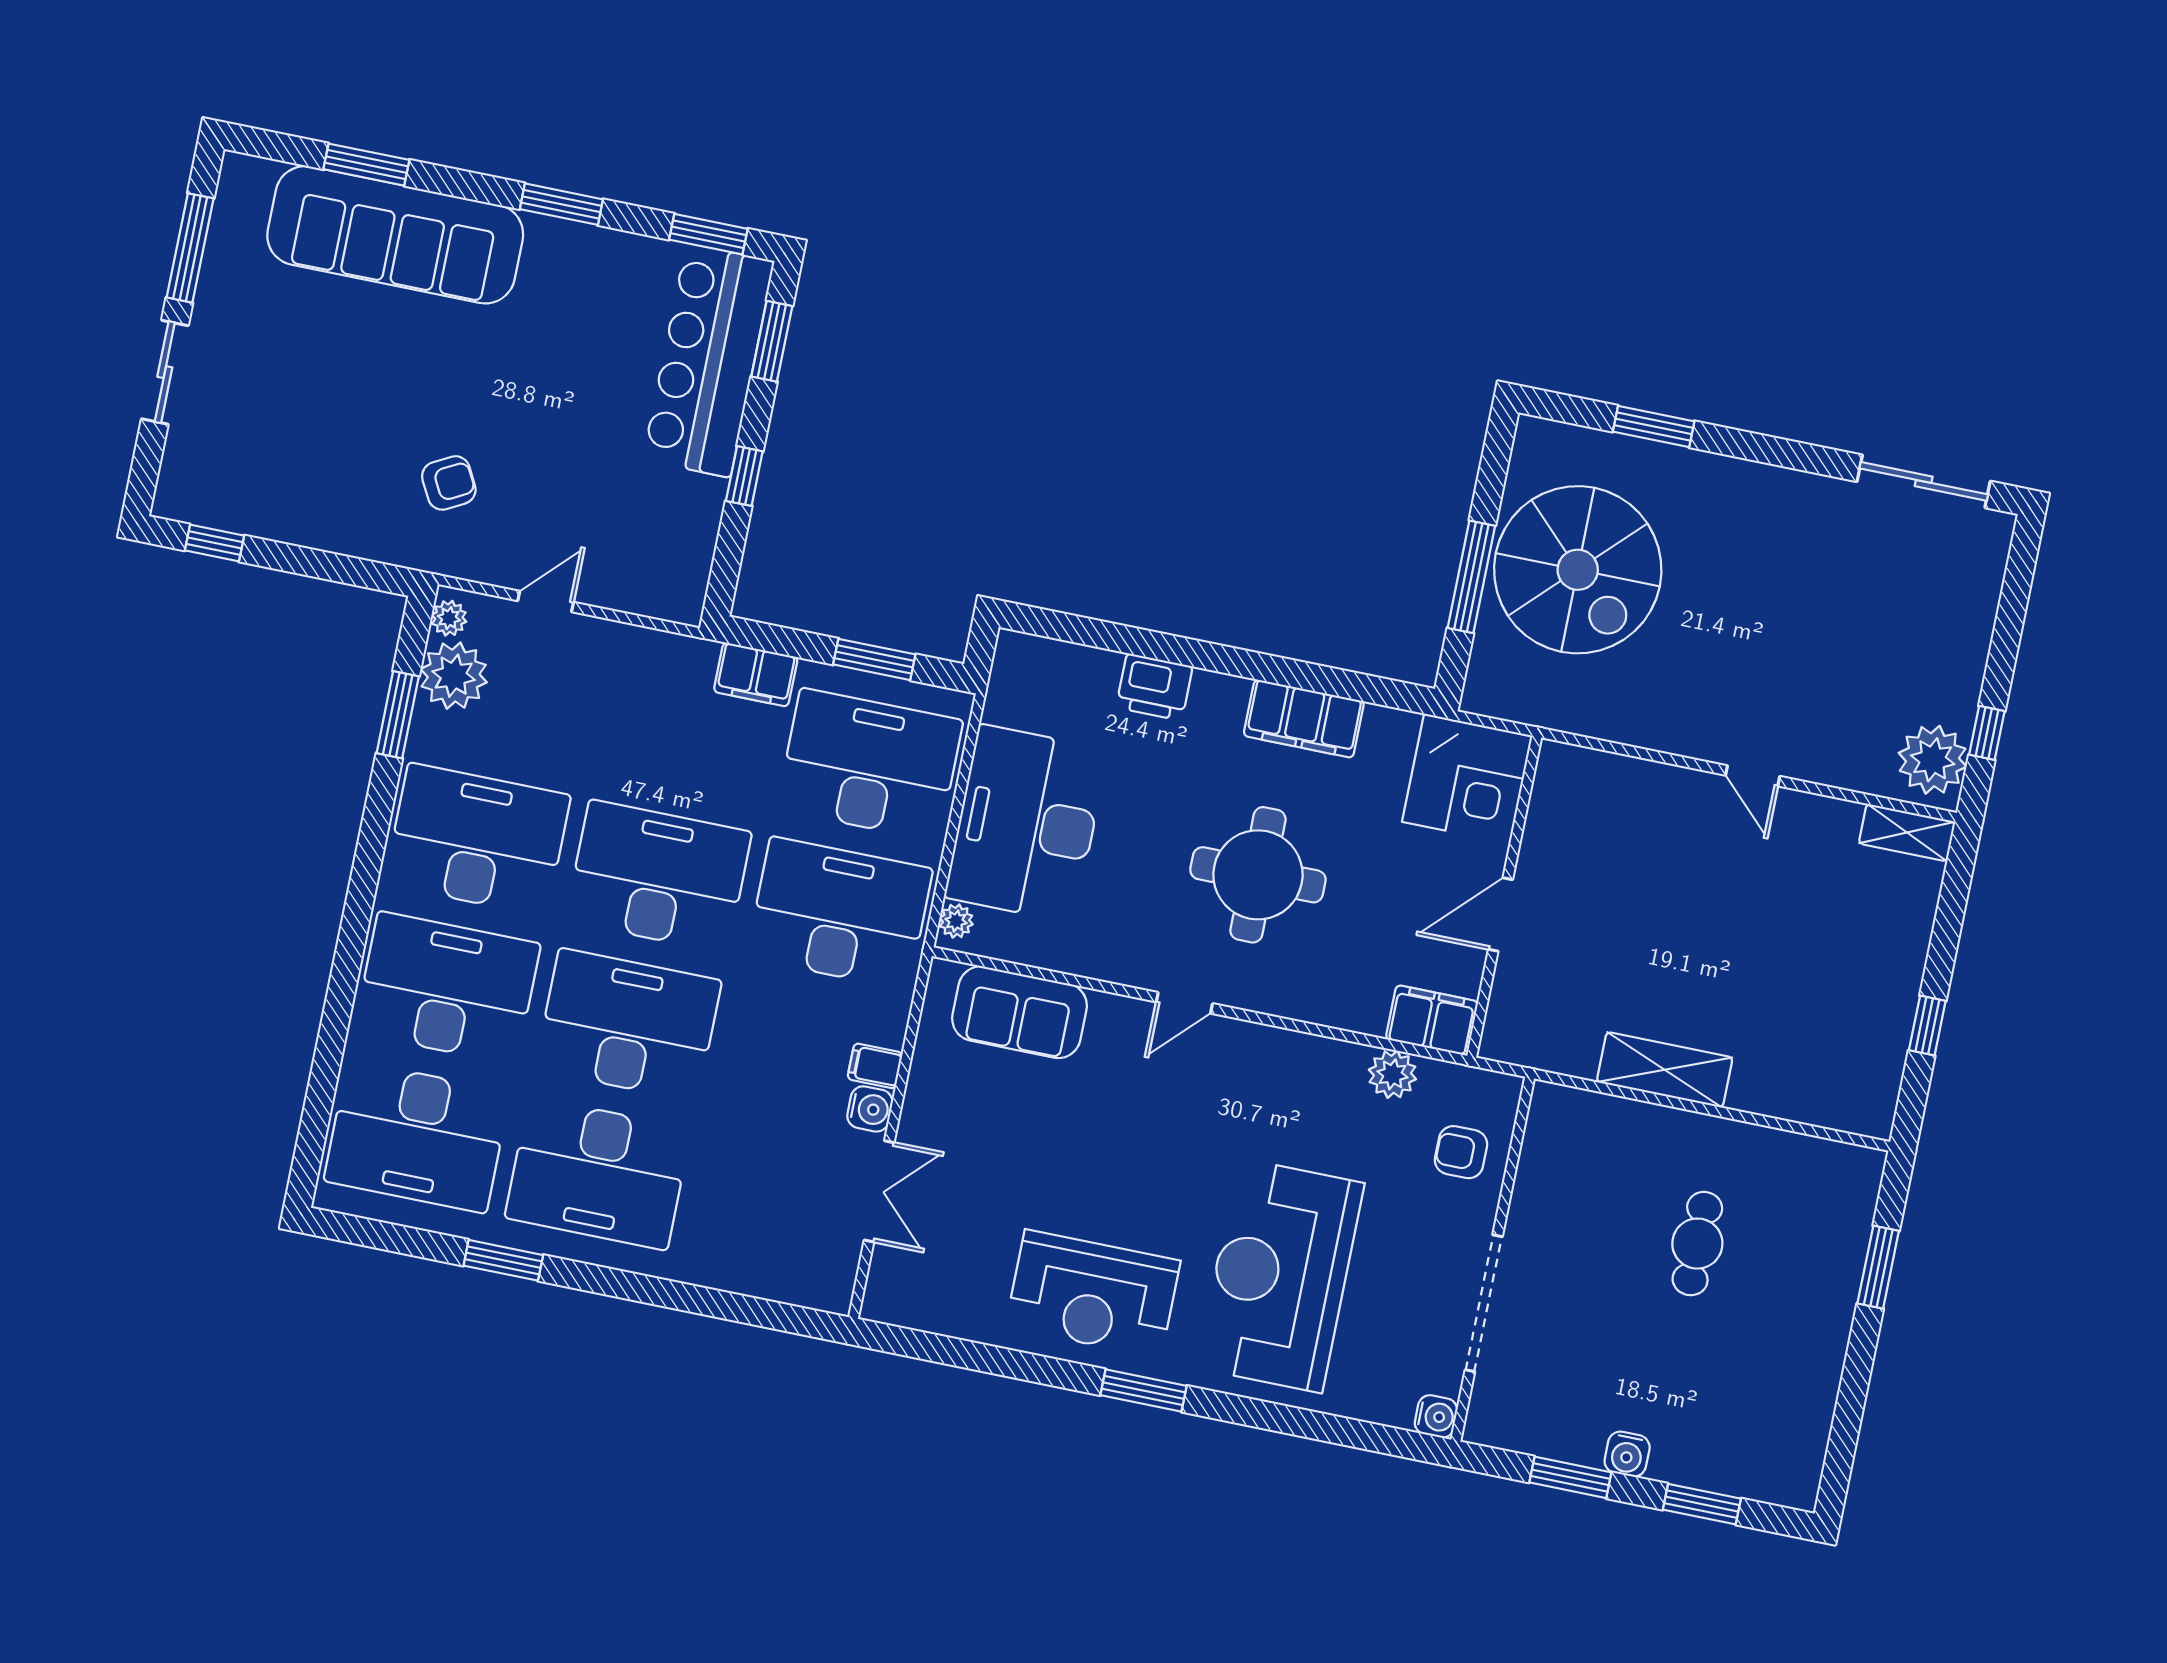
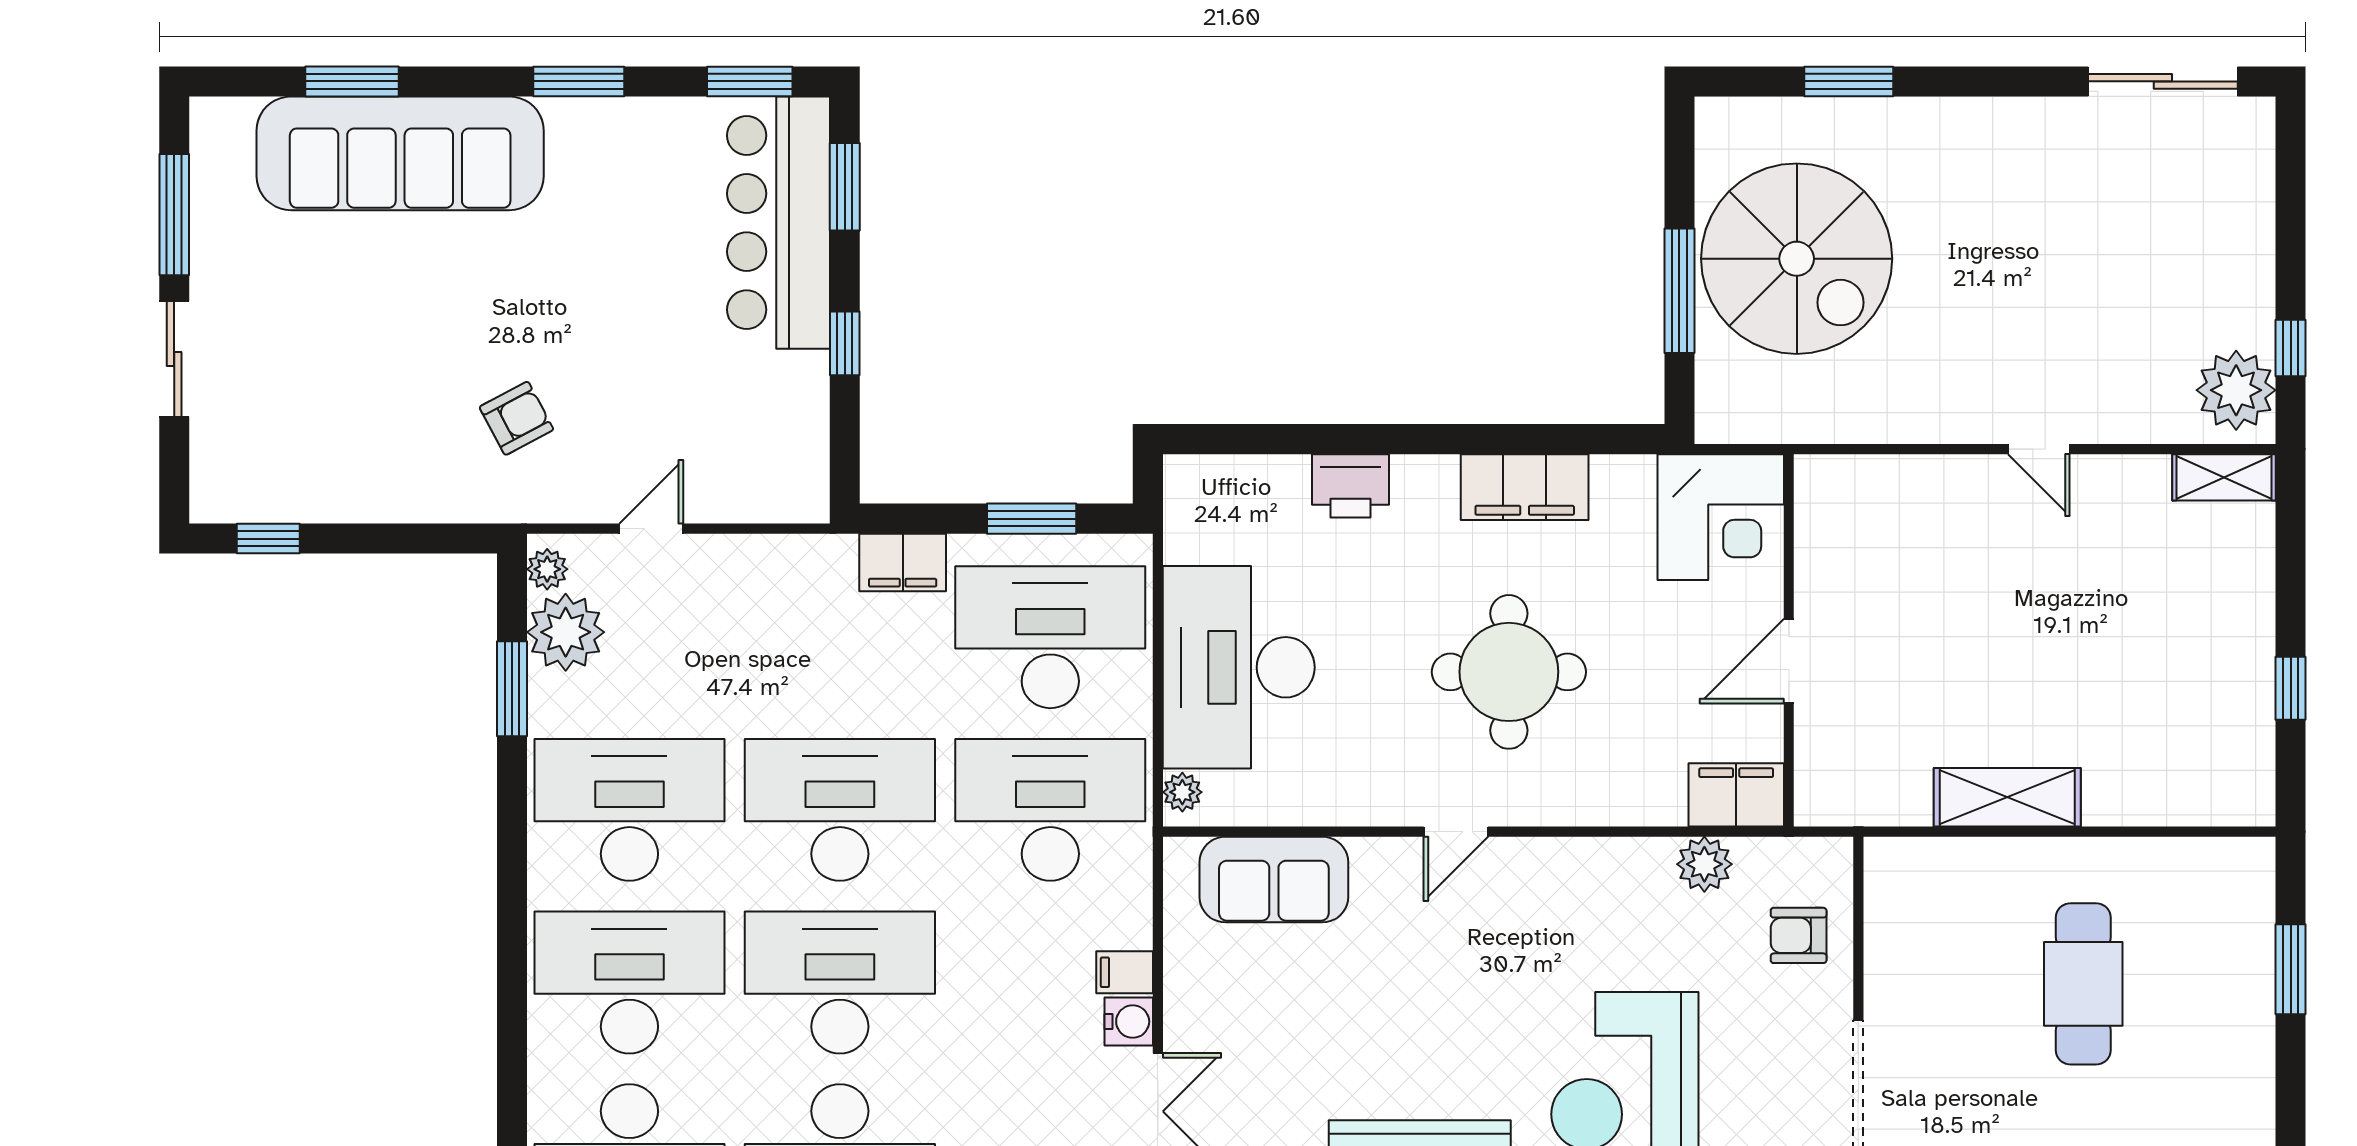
cafe table: (1697, 1244) -> (2083, 984), width x1.37, depth x1.35

